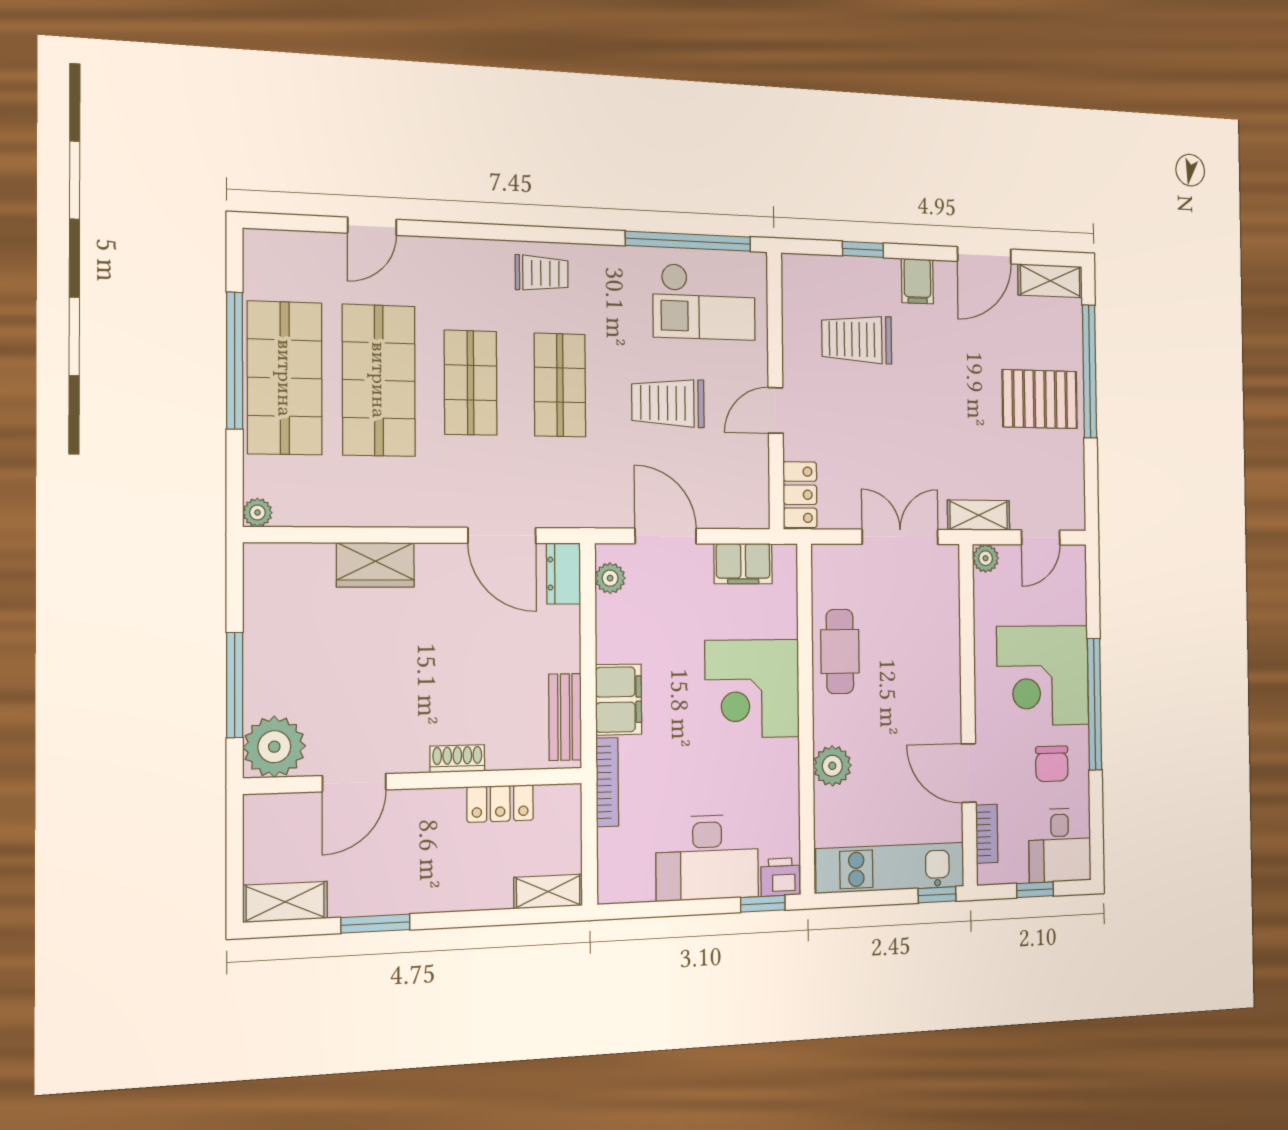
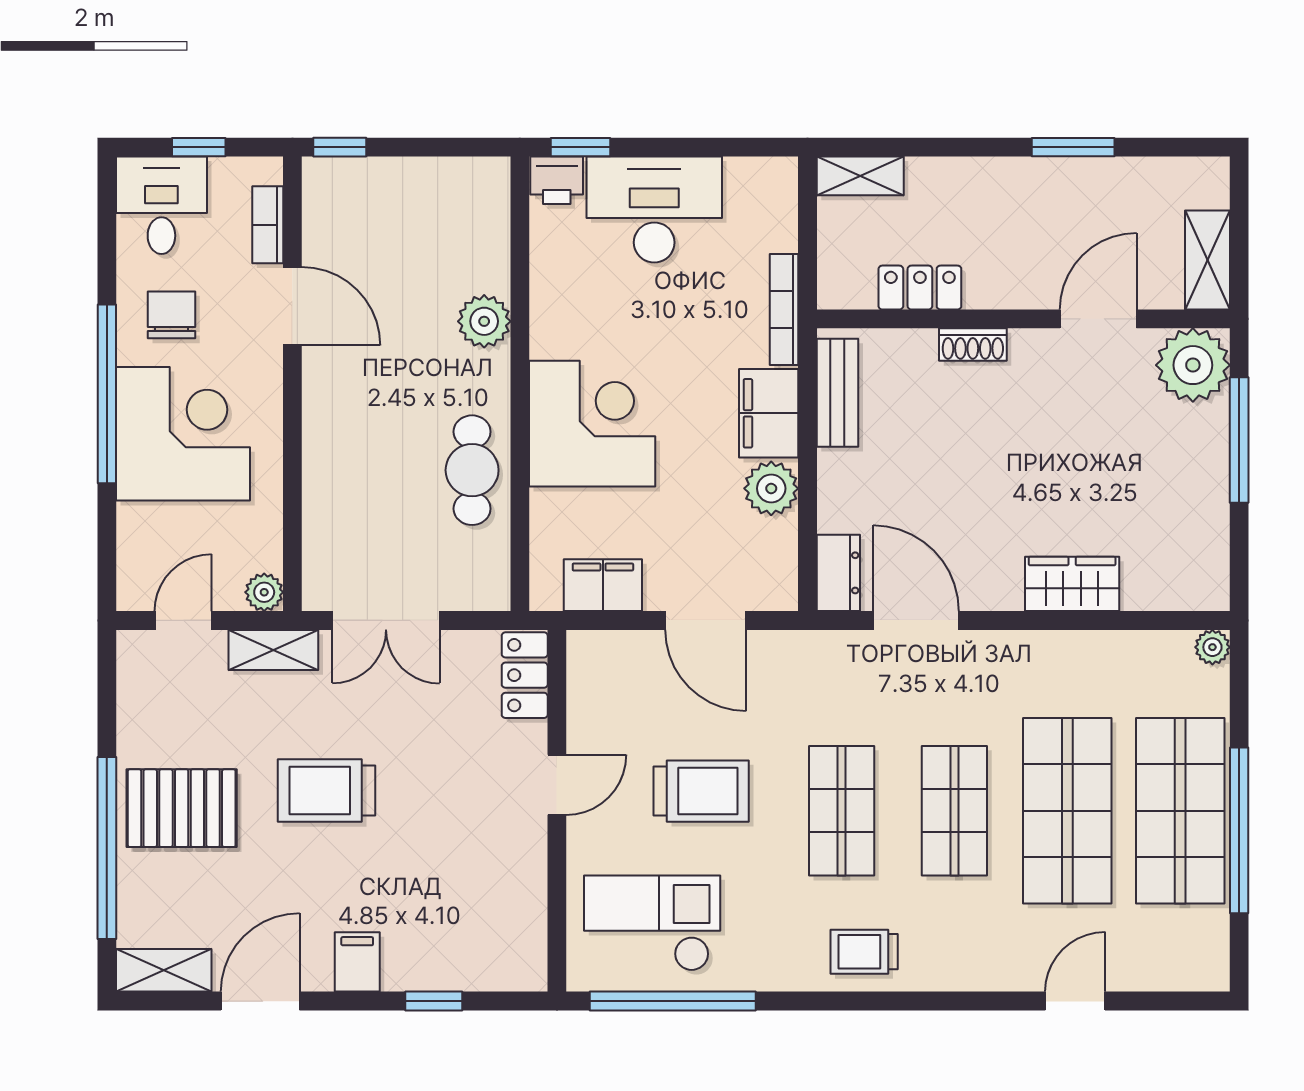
trolley: (857, 339) -> (327, 791), moved, turned 180
plant: (610, 578) -> (771, 488), moved, width x1.38, depth x1.38
kitchen unit: (890, 868) -> (405, 186), removed
shelving: (285, 902) -> (1208, 260), moved, turned 90

